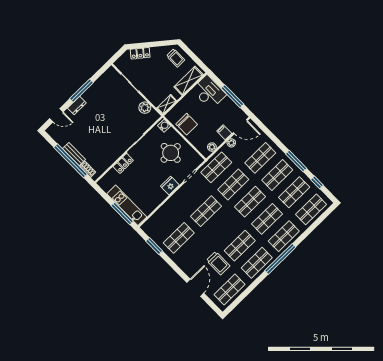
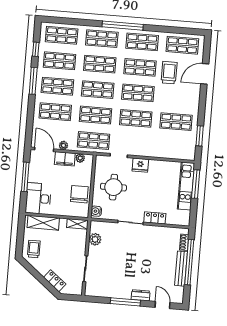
filing cabinet: (224, 132) -> (65, 159), width x2.00
bench: (74, 154) -> (181, 269), width x1.36
shop shelf: (223, 228) -> (138, 93), added

